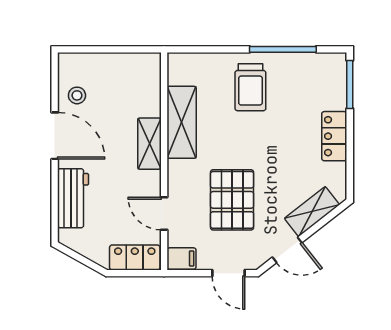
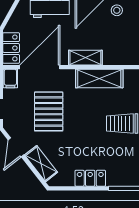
pallet: (232, 200) -> (49, 111), turned 90
door: (164, 214) -> (40, 67), width x1.87

